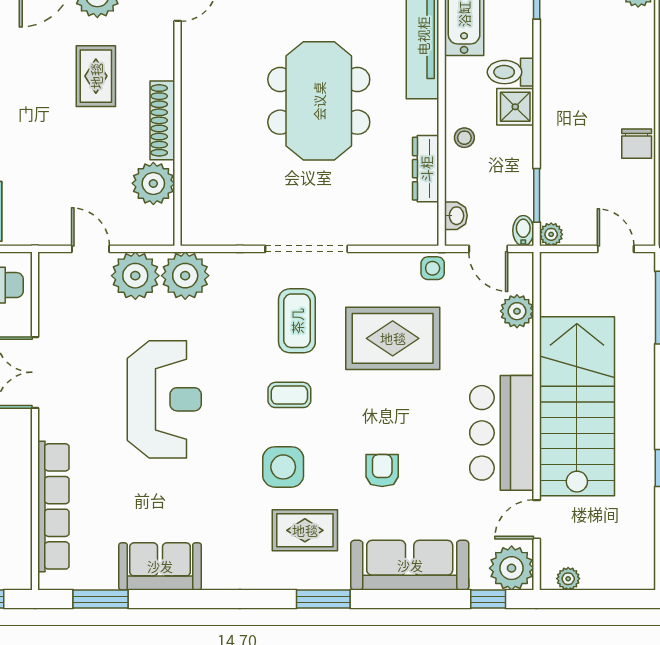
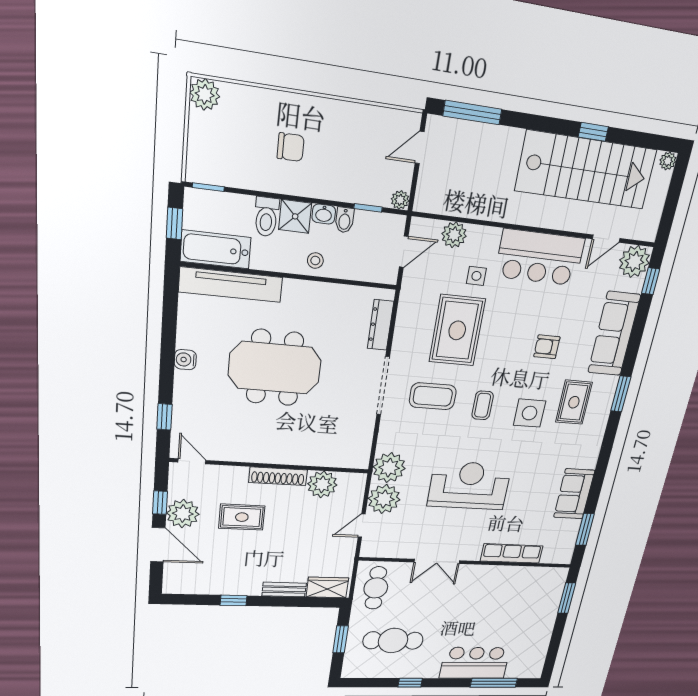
chair: (637, 144) -> (291, 147), moved
dresser: (426, 169) -> (380, 325), moved, turned 90
window: (537, 195) -> (368, 208), width x0.67
washbasin: (456, 216) -> (324, 214), moved, turned 180
bidet: (523, 231) -> (345, 220), moved, turned -90
side table: (433, 268) -> (476, 276), moved
stairs: (577, 406) -> (586, 170), moved, turned 180
row of seats: (53, 506) -> (512, 553), width x0.73
door: (537, 519) -> (606, 239), hinge flipped
plant: (568, 579) -> (668, 161), moved

